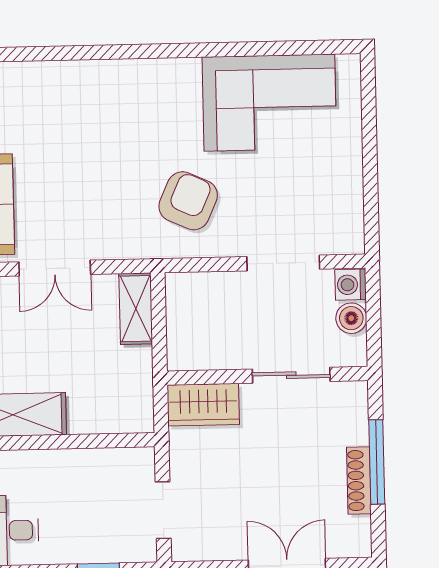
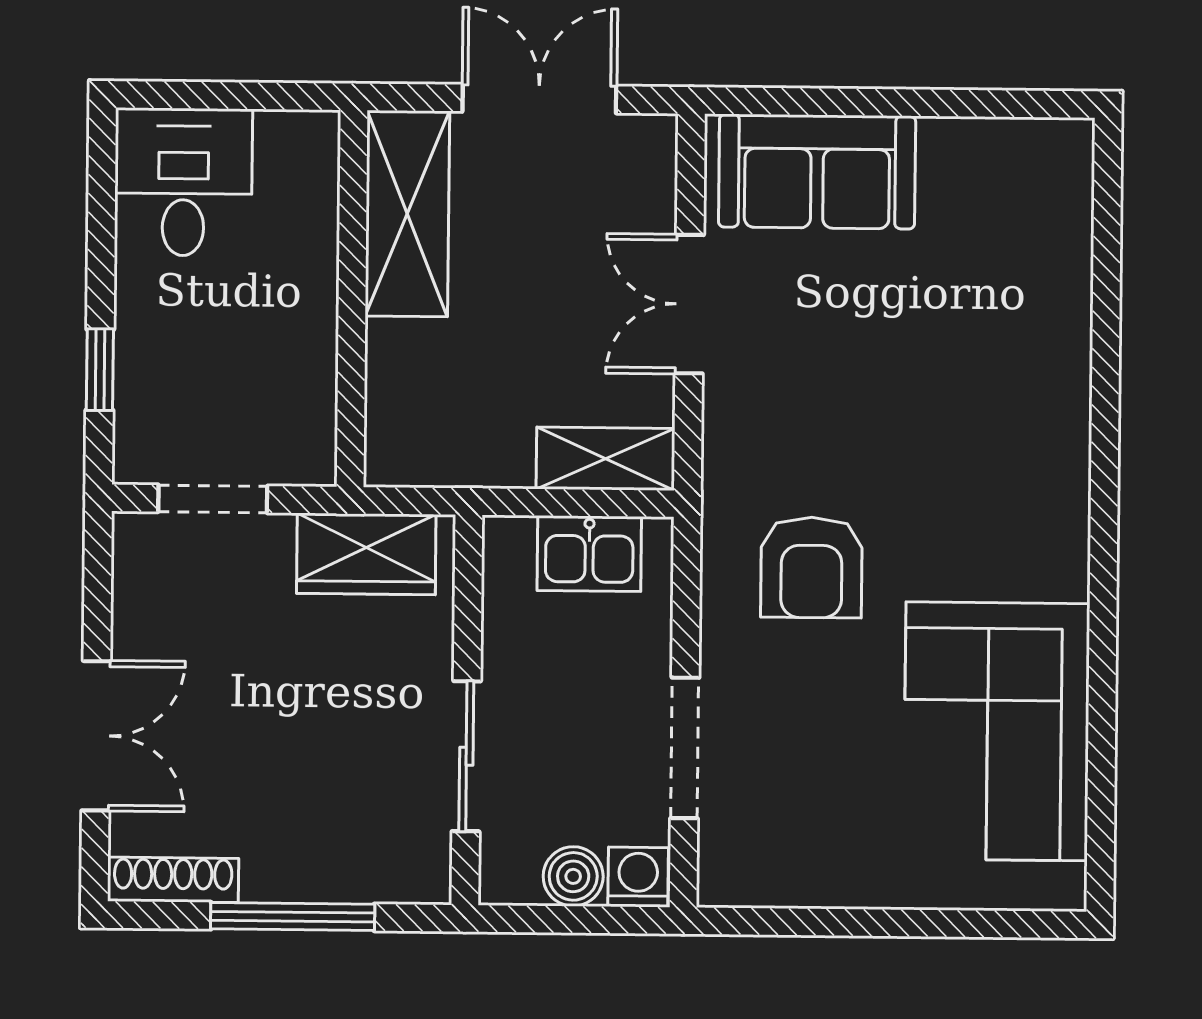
armchair: (188, 201) -> (811, 567), turned 66
kitchen sink: (185, 315) -> (589, 554), added
wardrobe: (203, 405) -> (366, 554), moved, turned -90
shoe rack: (359, 480) -> (173, 880), moved

